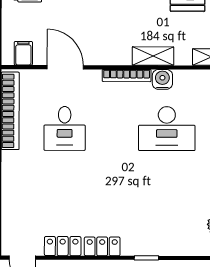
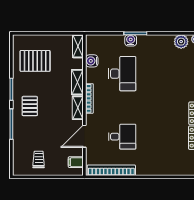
shelving: (112, 57) -> (78, 108), added
water cooler: (162, 79) -> (92, 61), moved

